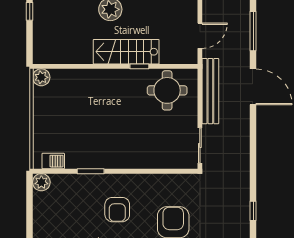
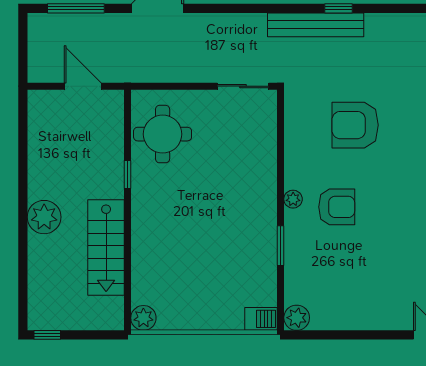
stairs: (126, 52) -> (106, 248), moved
bench: (210, 91) -> (316, 25), moved
barbecue: (53, 161) -> (261, 319), moved, turned 90
plant: (123, 180) -> (293, 199), added

